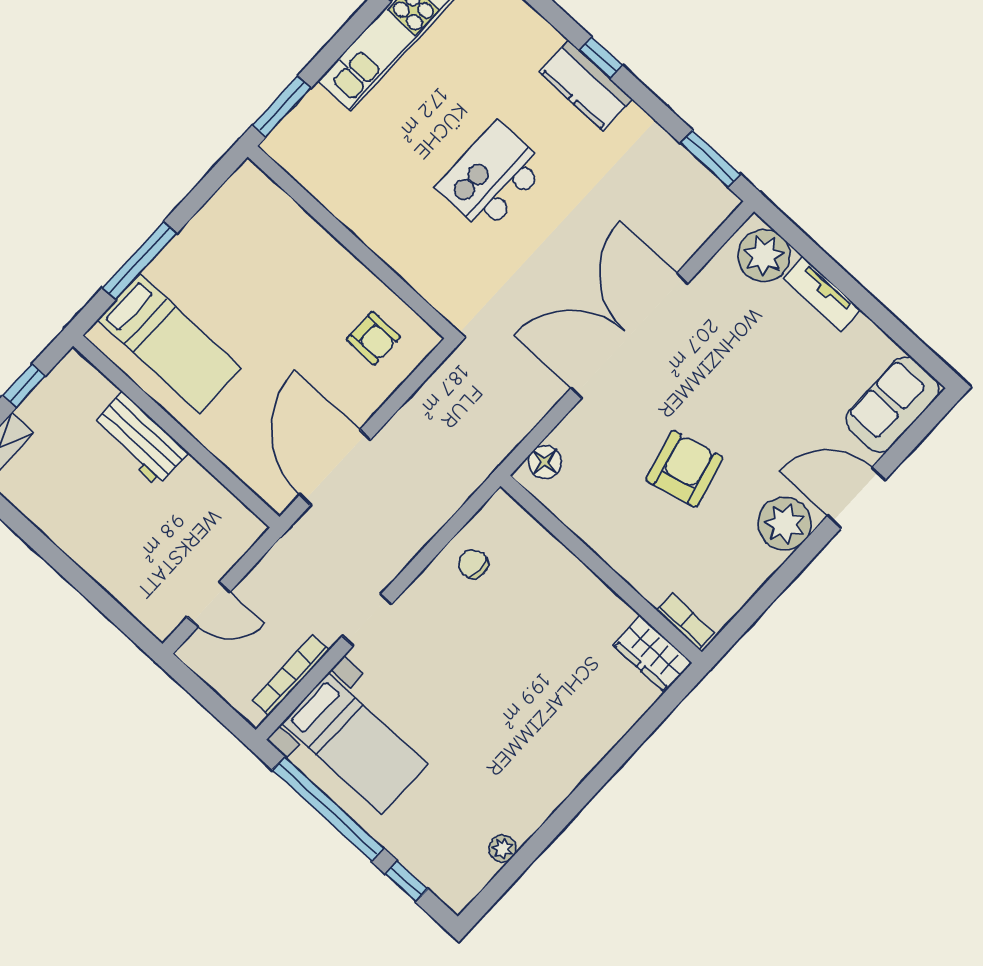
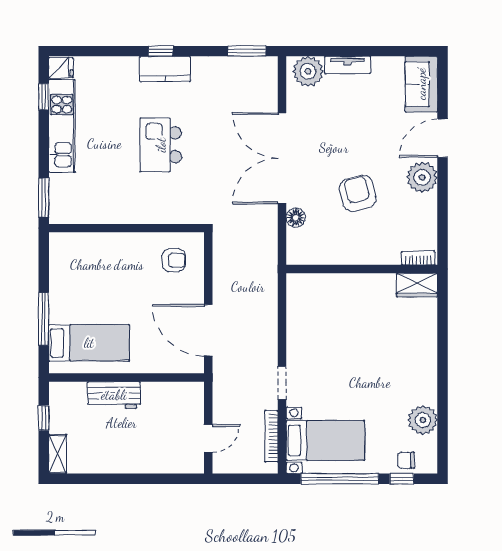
floor lamp: (545, 462) -> (296, 218), moved
chair: (473, 564) -> (406, 460), moved
plant: (503, 848) -> (423, 420), width x1.88, depth x1.88

